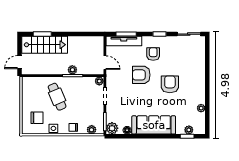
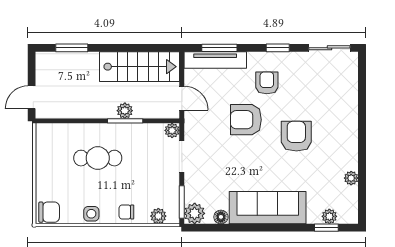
stairs: (45, 45) -> (140, 67), moved
cafe table: (57, 97) -> (98, 158), turned -67
chair: (37, 118) -> (49, 212), moved

